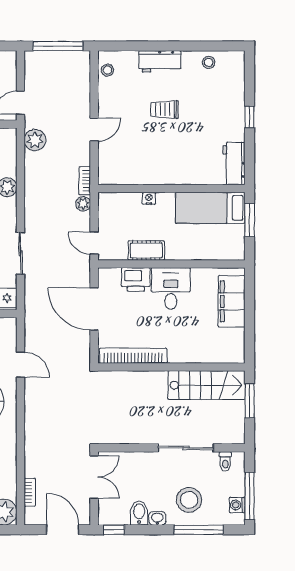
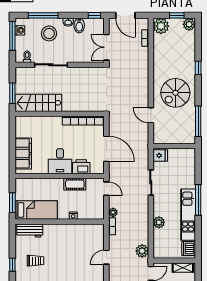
trolley: (164, 109) -> (35, 261), moved
workbench: (234, 164) -> (30, 230), moved, turned 90

